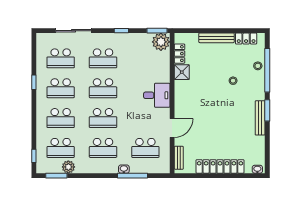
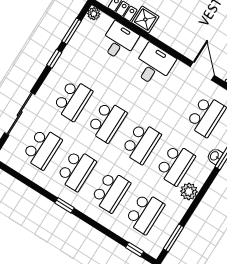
window: (157, 31) -> (72, 31), moved
plant: (161, 42) -> (94, 14), width x0.53, depth x0.53
desk: (158, 64) -> (119, 41), added
window: (34, 82) -> (65, 205), moved
plant: (68, 167) -> (189, 191), moved

